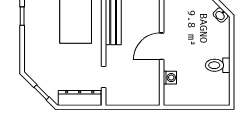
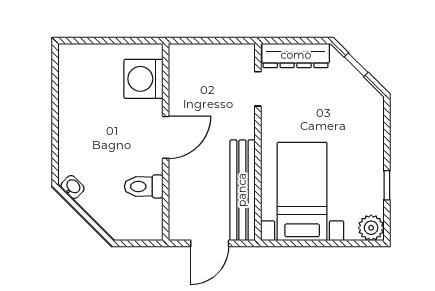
toilet: (218, 65) -> (144, 186), moved, turned 180
washing machine: (170, 78) -> (143, 79), width x1.89, depth x1.89

